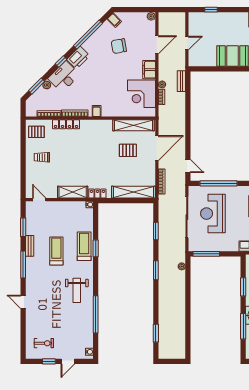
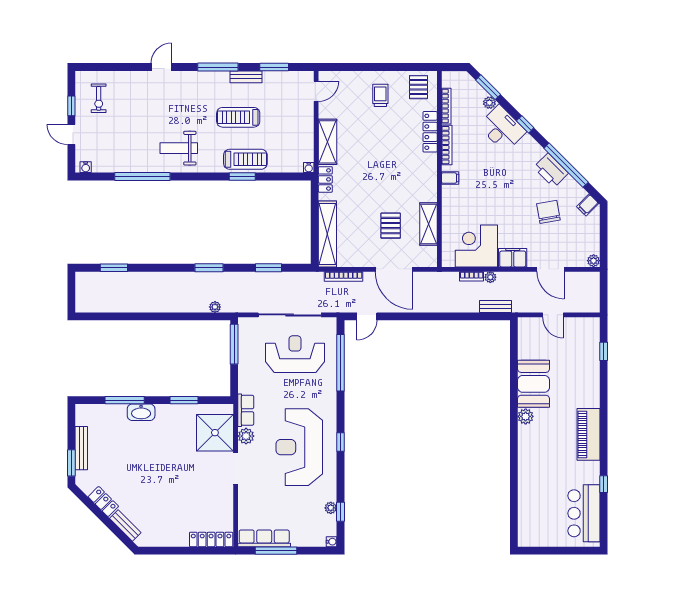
printer: (78, 58) -> (551, 170), moved
shelving: (133, 125) -> (429, 224), width x0.68
treadmill: (56, 251) -> (238, 117), turned 180

